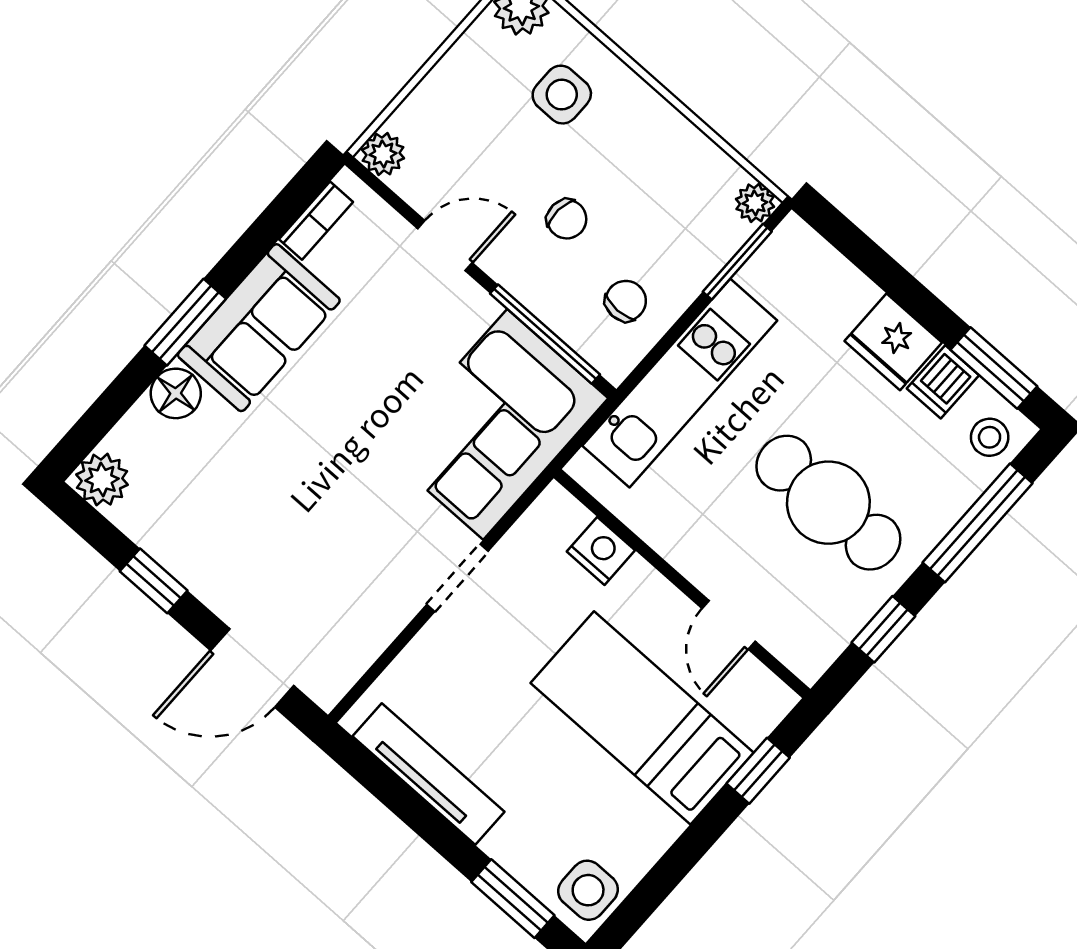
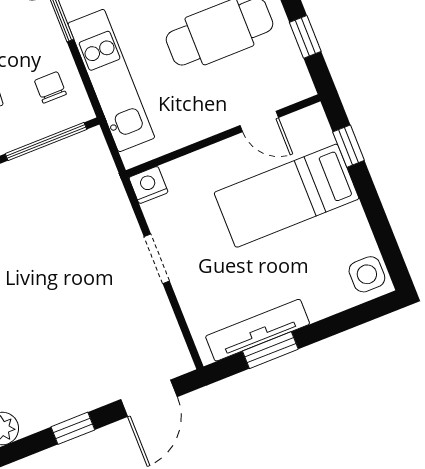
corner sofa: (495, 424) -> (82, 195), removed
nightstand: (601, 551) -> (148, 185), moved
window: (513, 899) -> (270, 350), moved

